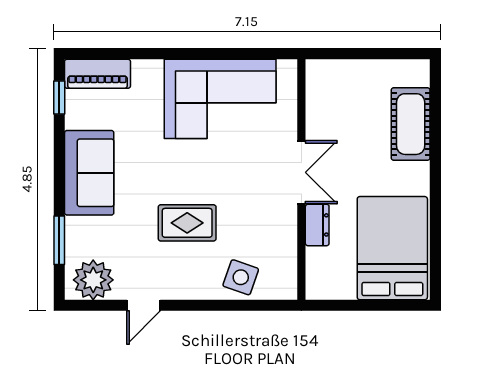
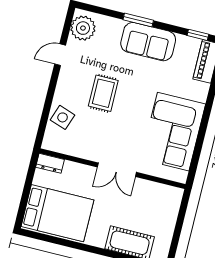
dresser: (317, 225) -> (50, 163), moved
window: (59, 240) -> (138, 20), moved
door: (144, 305) -> (60, 55), hinge flipped

